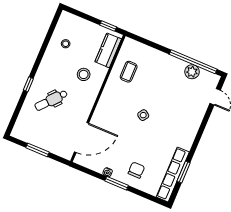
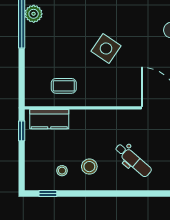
stool: (84, 74) -> (89, 167), moved
window: (28, 84) -> (48, 194), moved
side table: (143, 115) -> (106, 48), width x1.87, depth x1.87

